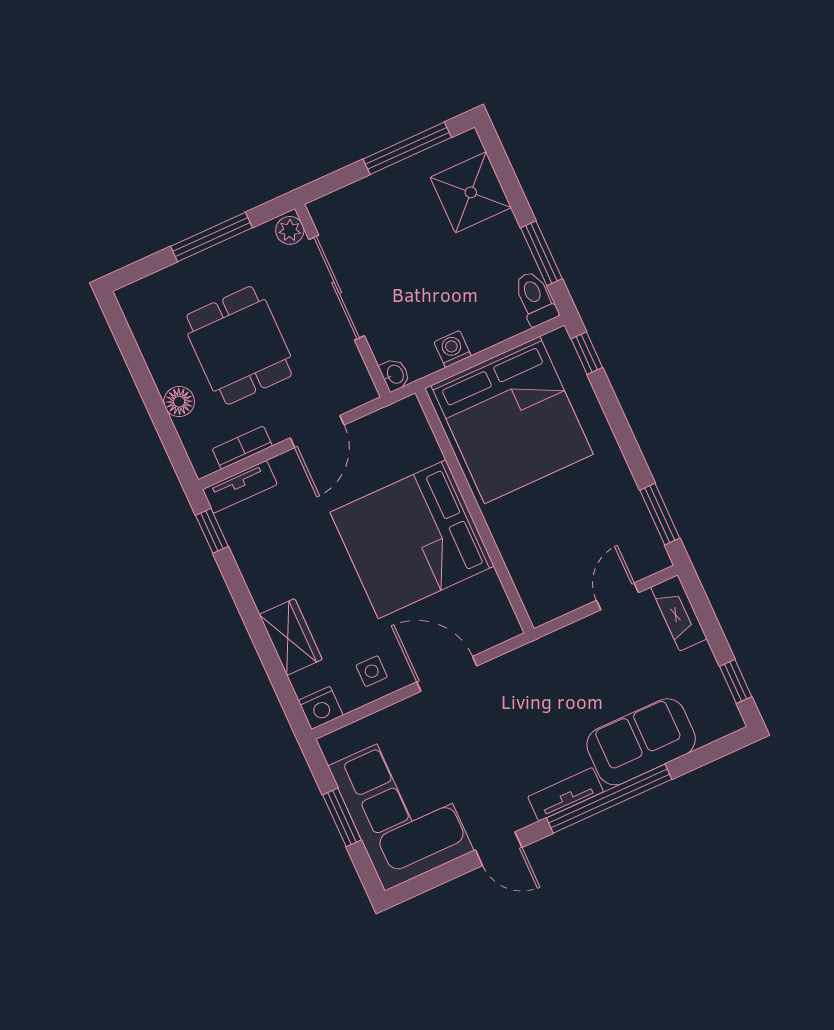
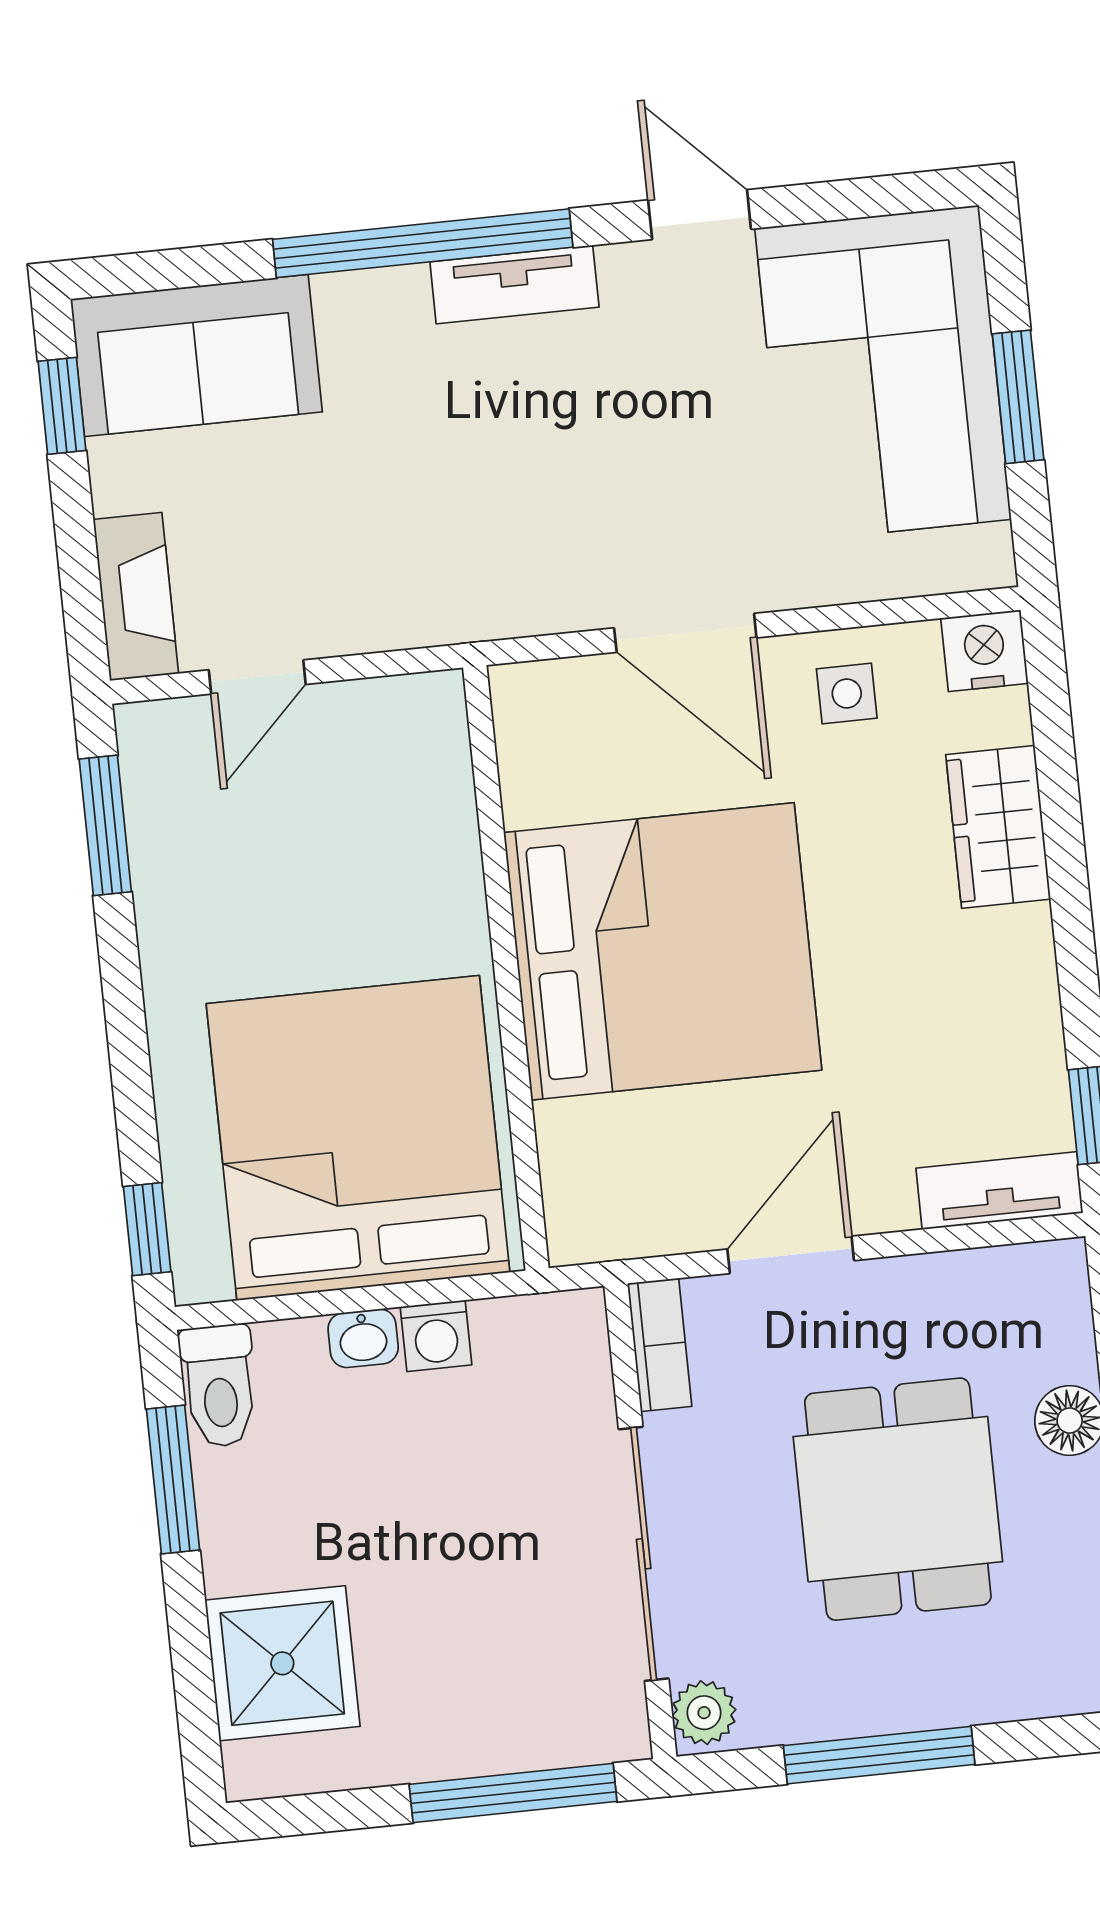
window: (407, 148) -> (513, 1793), moved
washbasin: (395, 375) -> (363, 1338), moved, turned -90
bookcase: (242, 448) -> (660, 1345), moved, turned -90
sofa: (641, 742) -> (196, 355), moved

